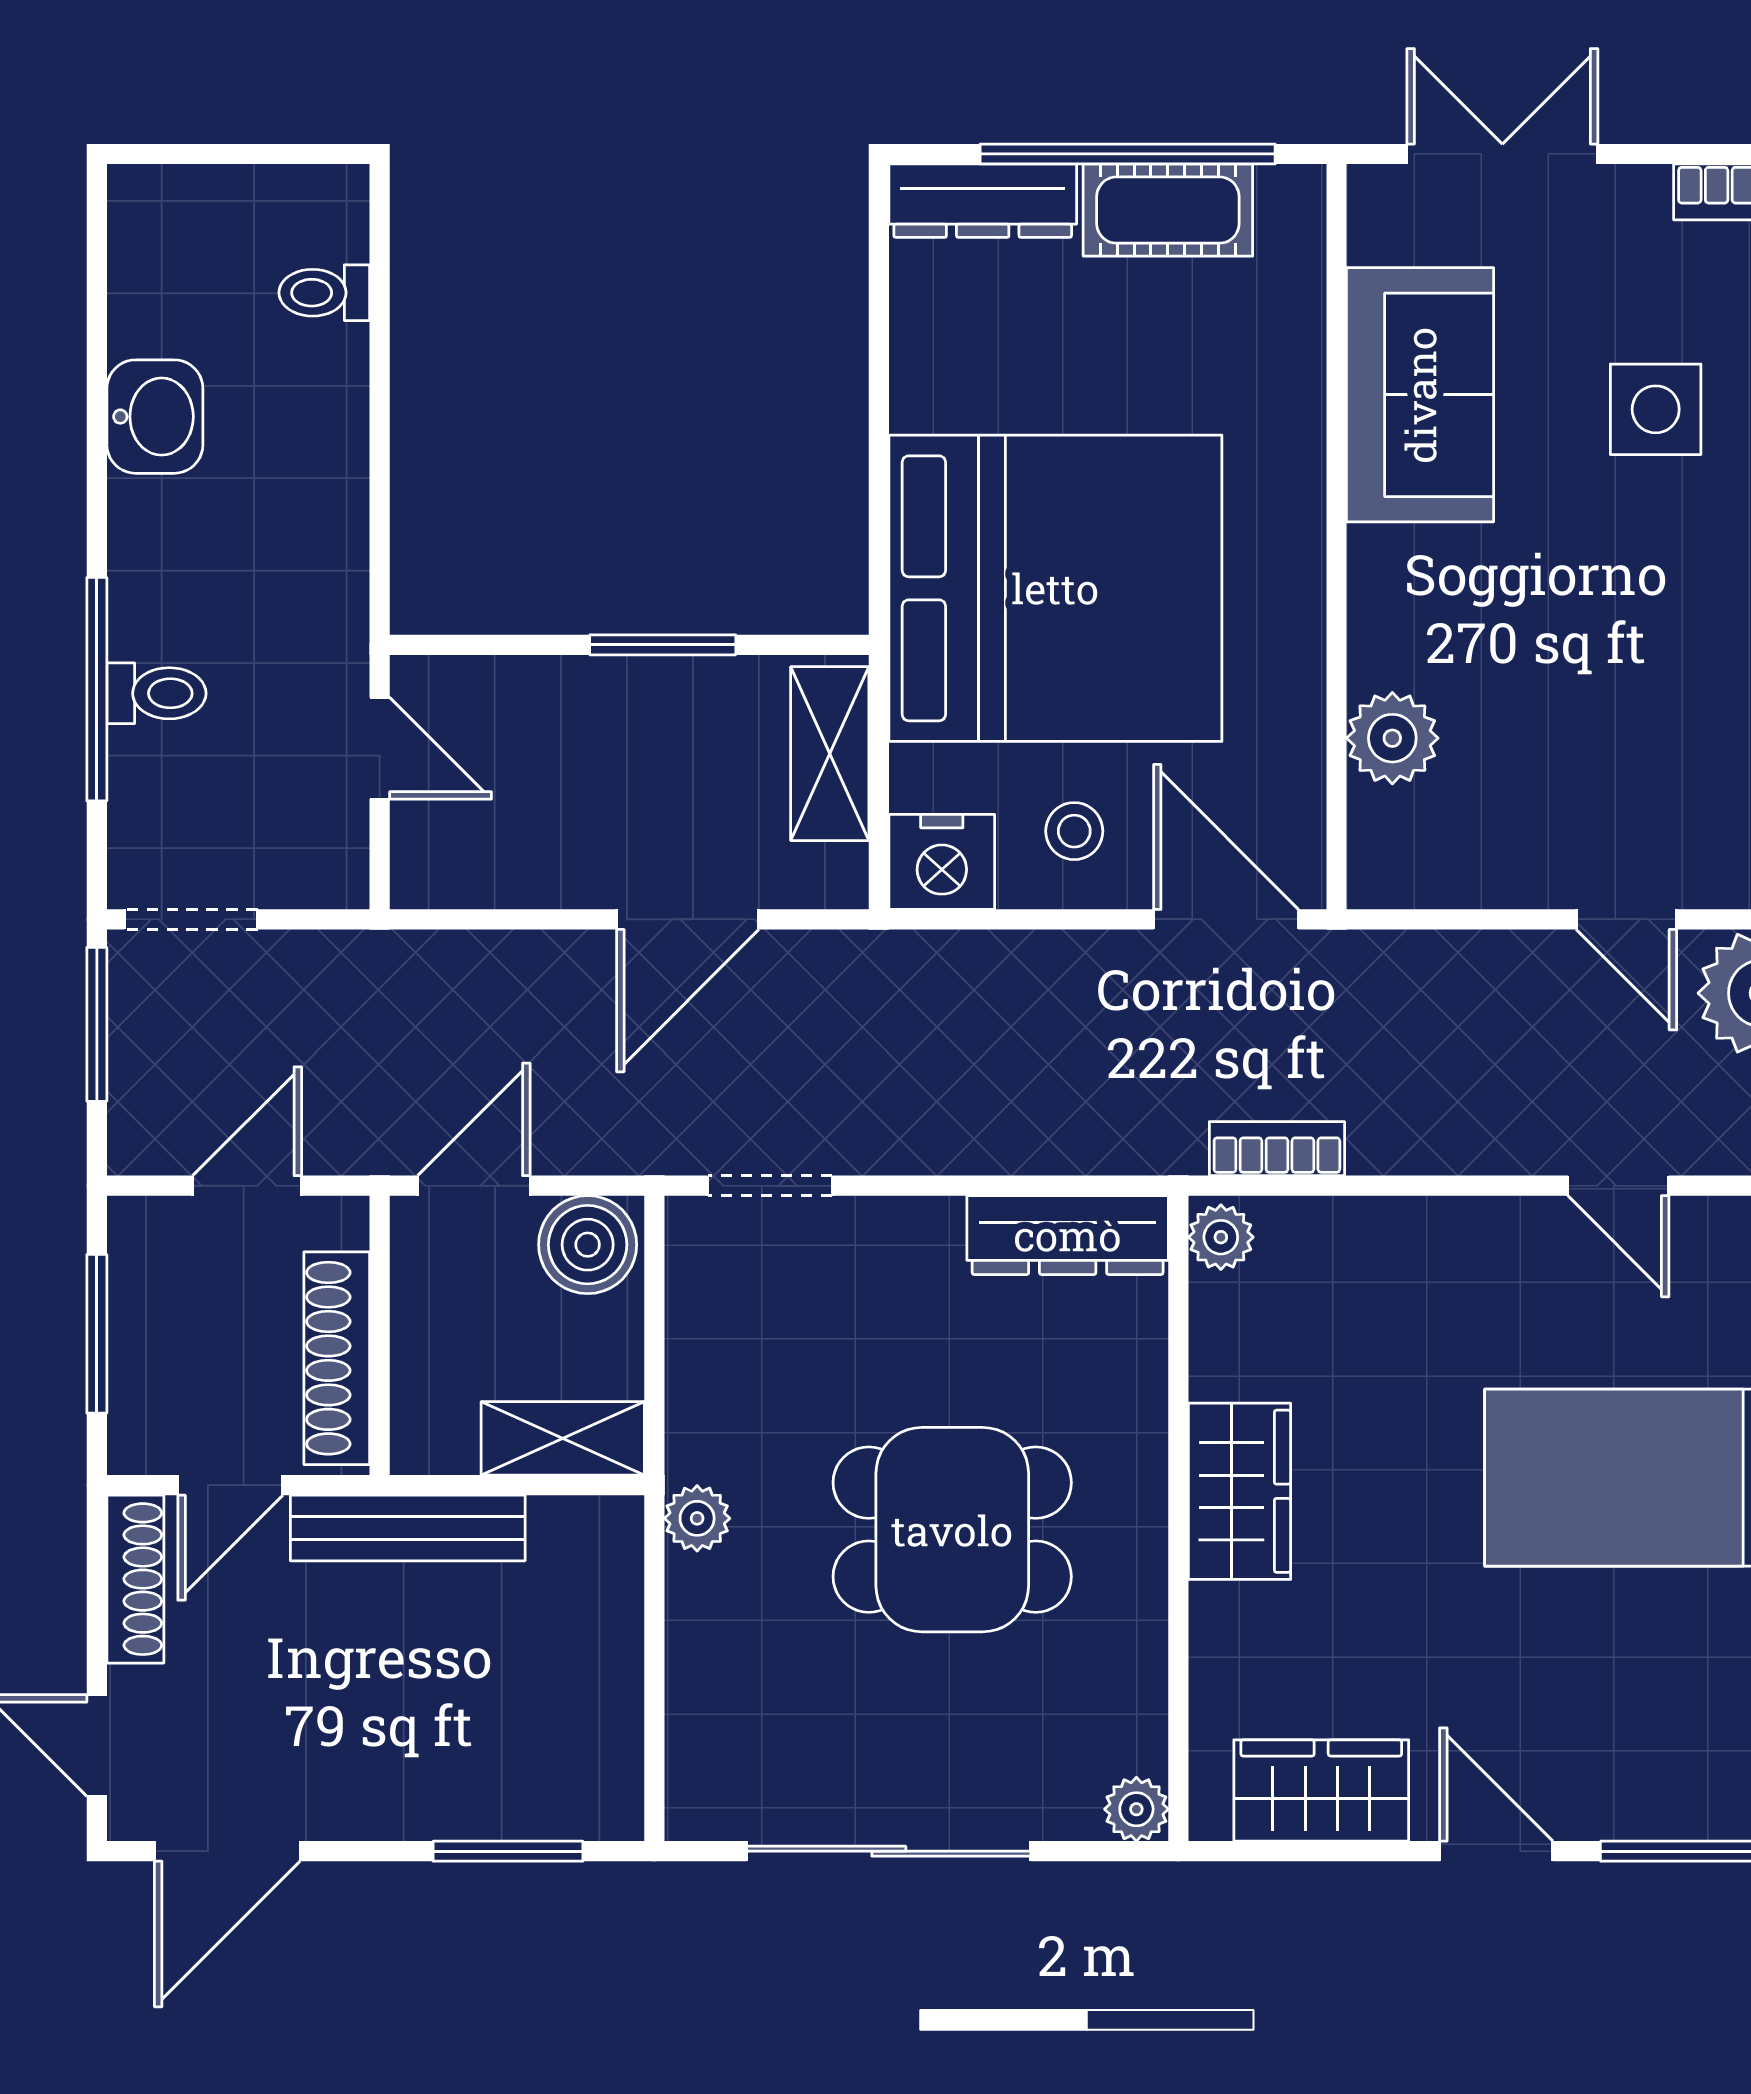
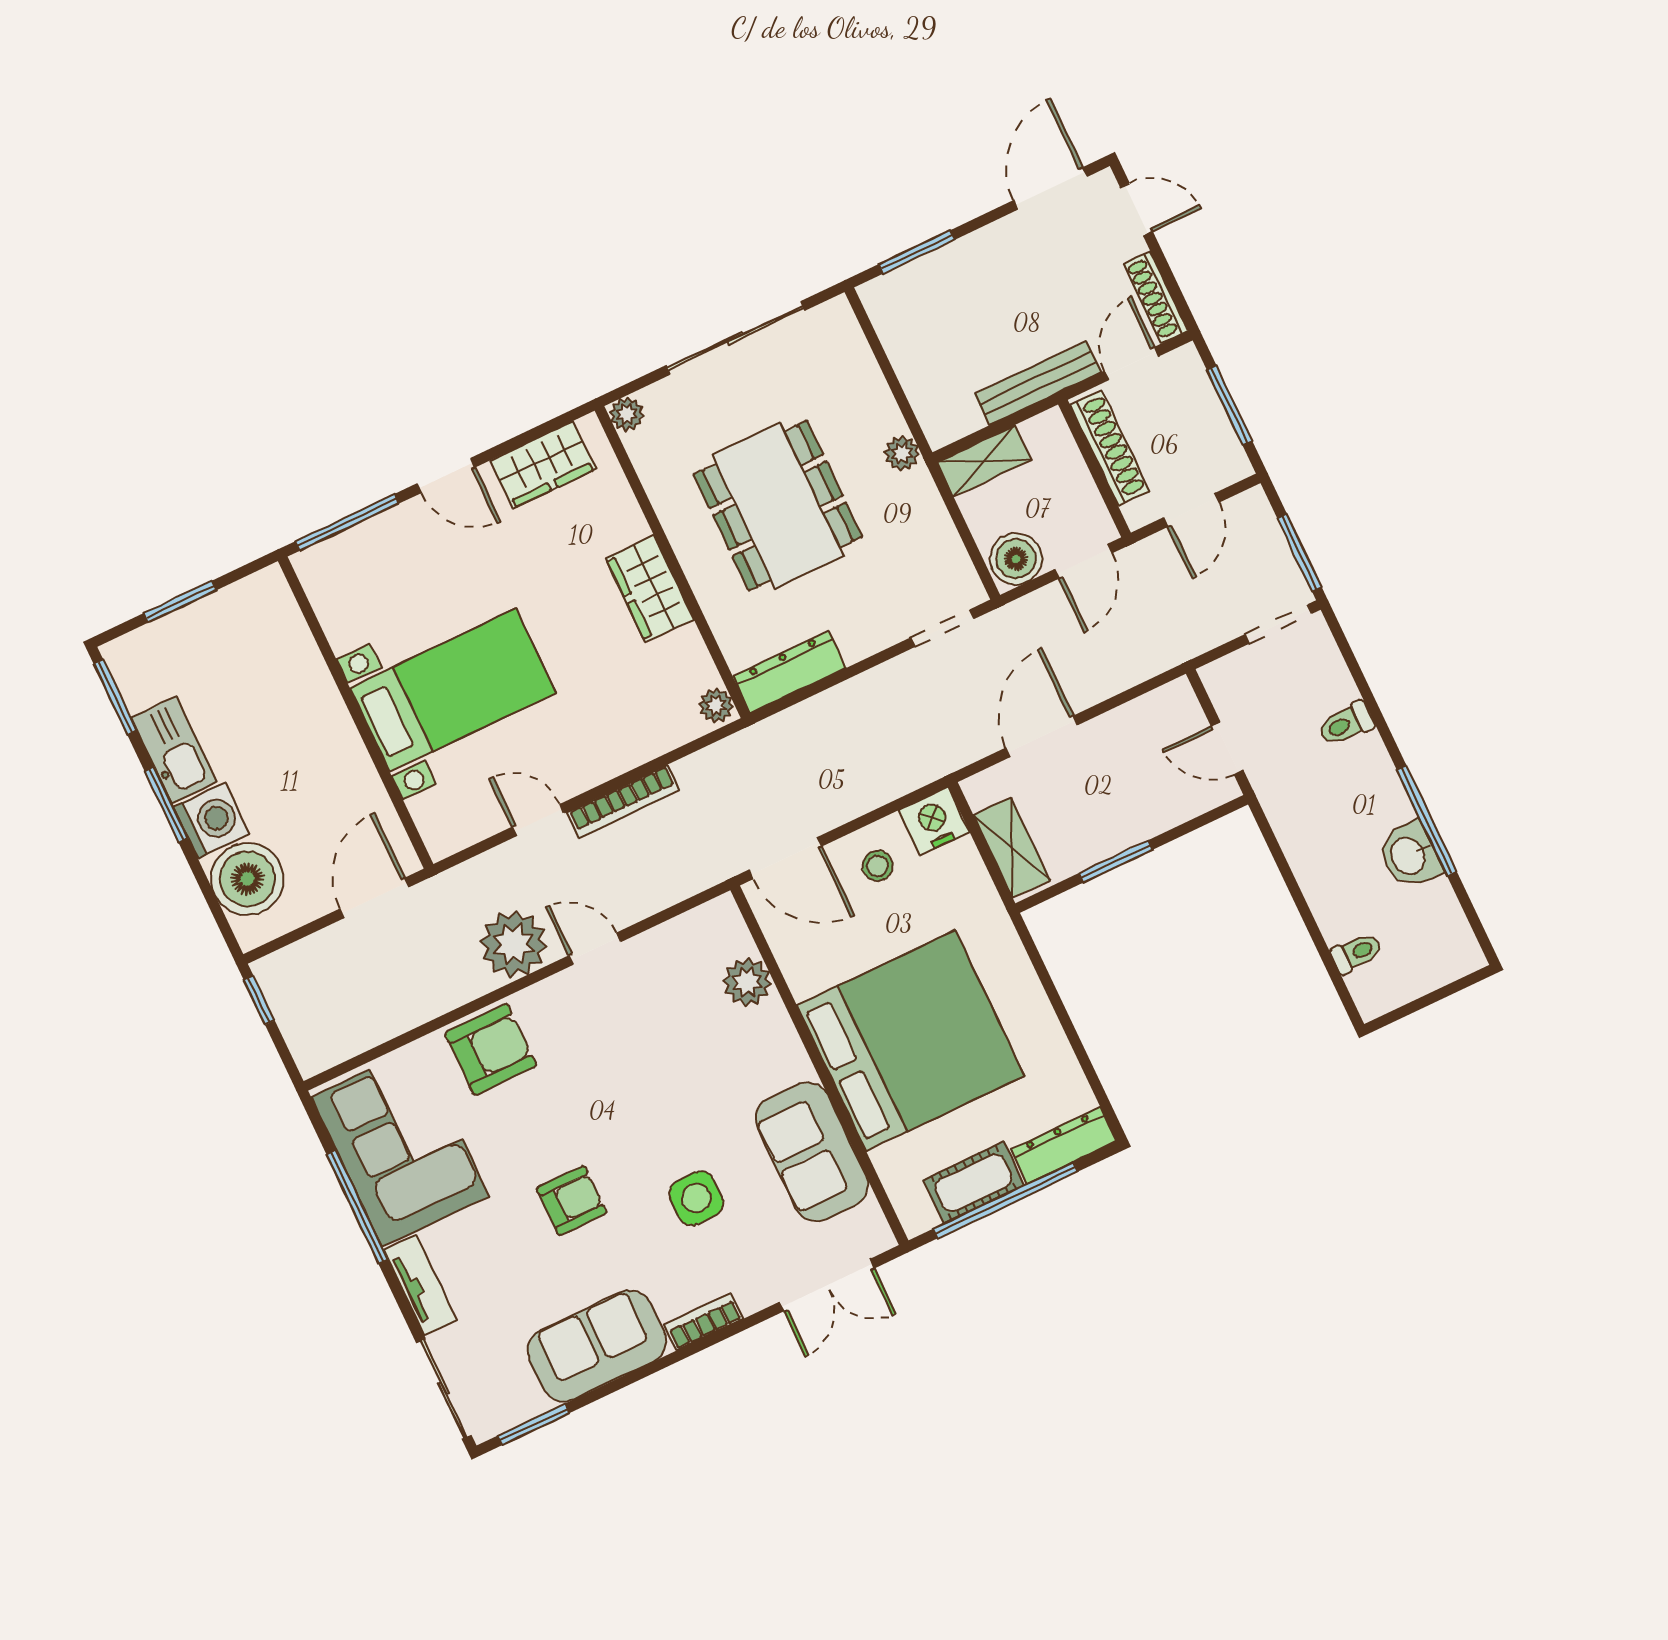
bed: (1055, 588) -> (911, 1041), moved, turned 180
window: (97, 689) -> (1427, 820), moved
bookcase: (1277, 1149) -> (623, 801), moved, width x1.56
dining table: (952, 1530) -> (778, 506), width x1.38

